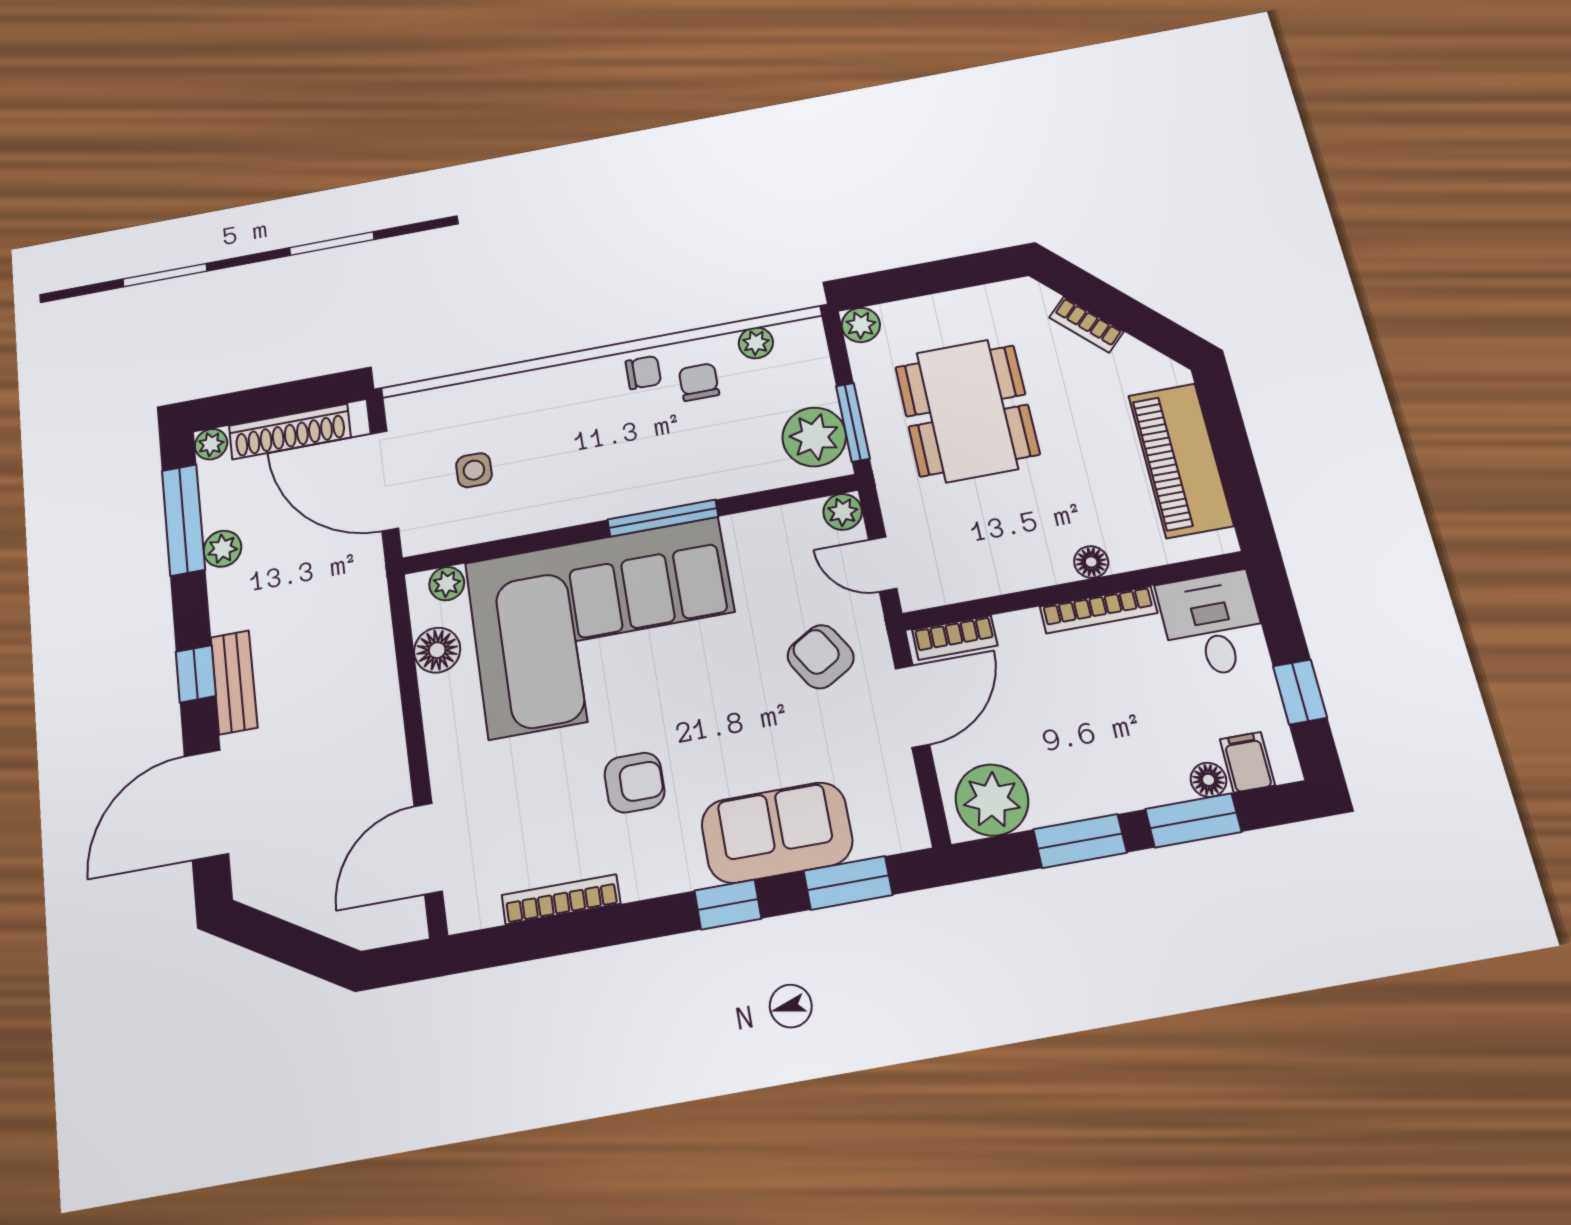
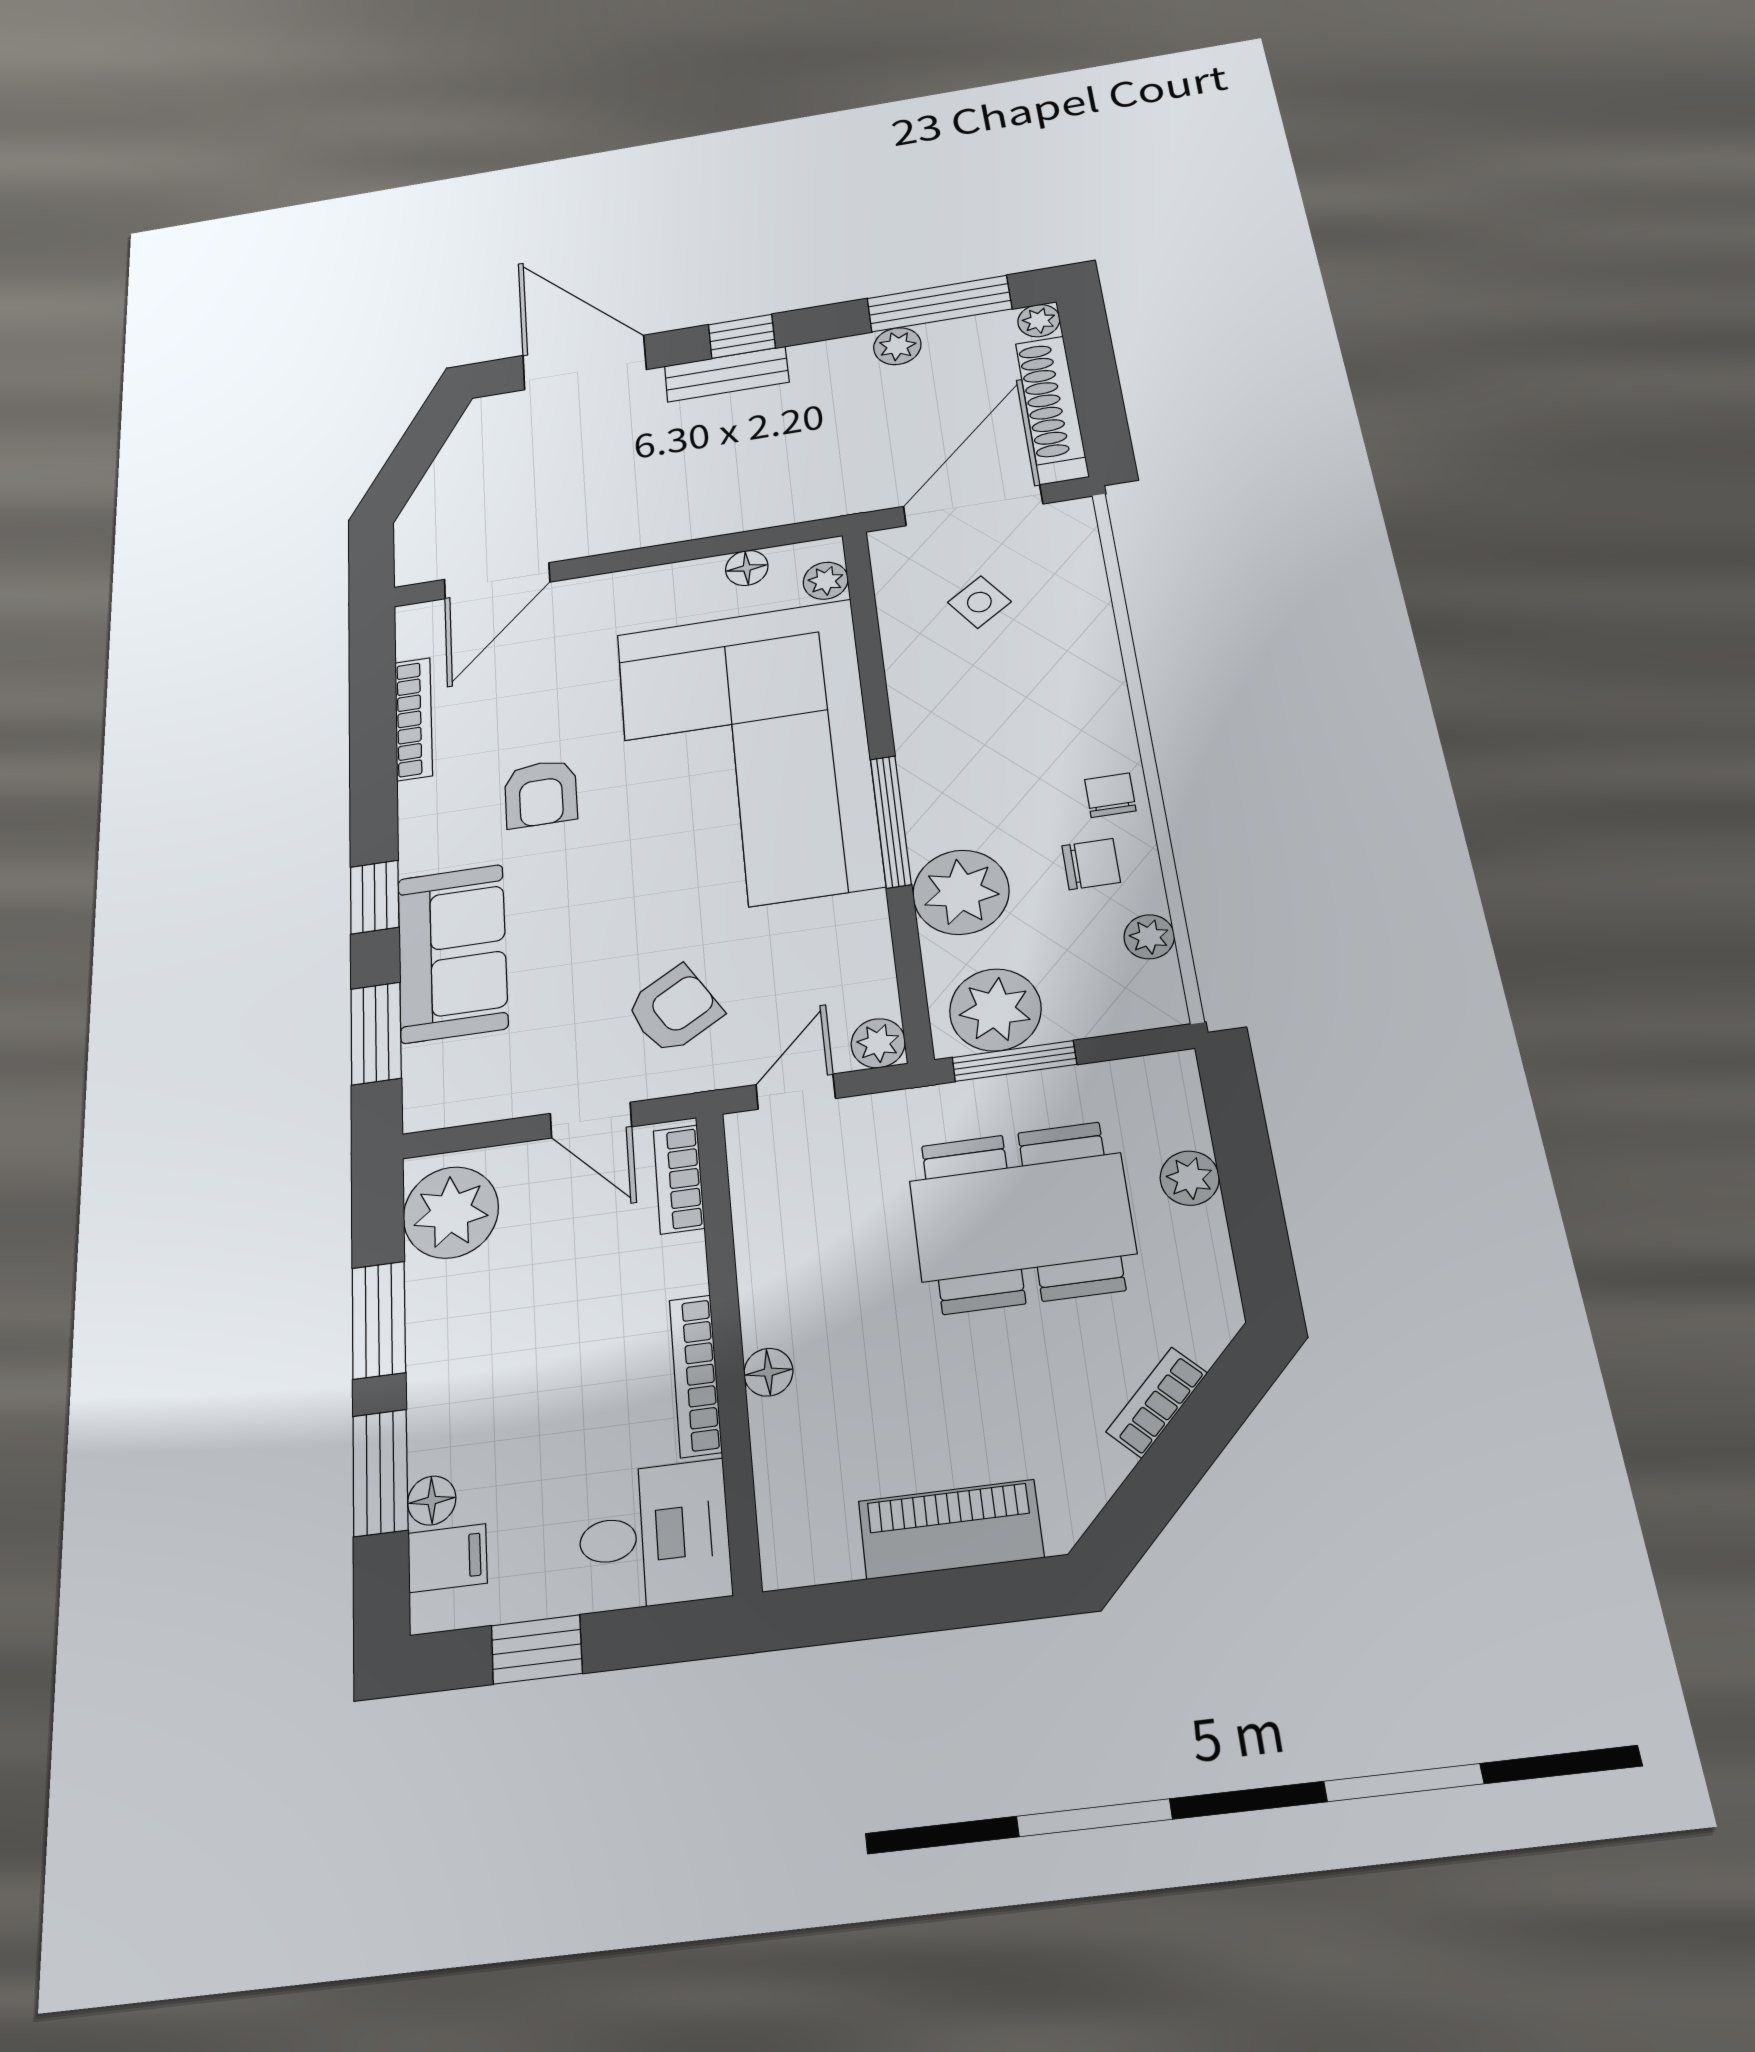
plant: (861, 325) -> (1190, 1178), moved
chair: (643, 372) -> (1110, 795), turned 180
piano: (1181, 460) -> (951, 1529), width x0.73, depth x0.75
plant: (722, 466) -> (961, 892), added
side table: (474, 470) -> (979, 602), turned -35
floor lamp: (437, 650) -> (747, 568), width x0.73, depth x0.73
door: (912, 706) -> (591, 1120), width x0.73
door: (428, 849) -> (497, 581), swing flipped

